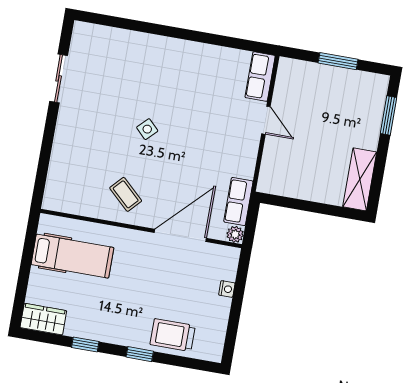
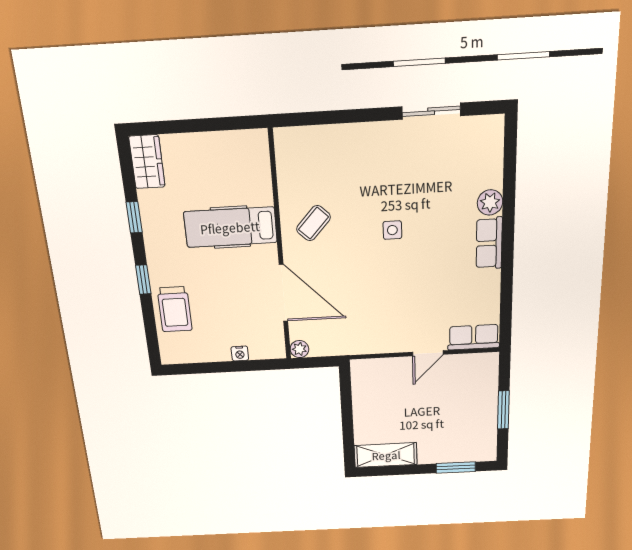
plant: (143, 43) -> (490, 202), added
side table: (147, 129) -> (392, 230), turned 45
row of seats: (238, 202) -> (489, 243), moved, turned -90
hospital bed: (72, 256) -> (230, 227), moved, turned 90
trolley: (173, 335) -> (175, 309), turned 180

